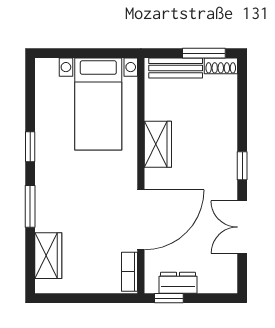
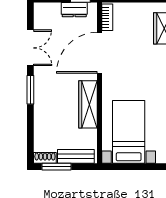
wardrobe: (158, 144) -> (88, 104), width x1.50
window: (242, 166) -> (30, 90), width x1.50

